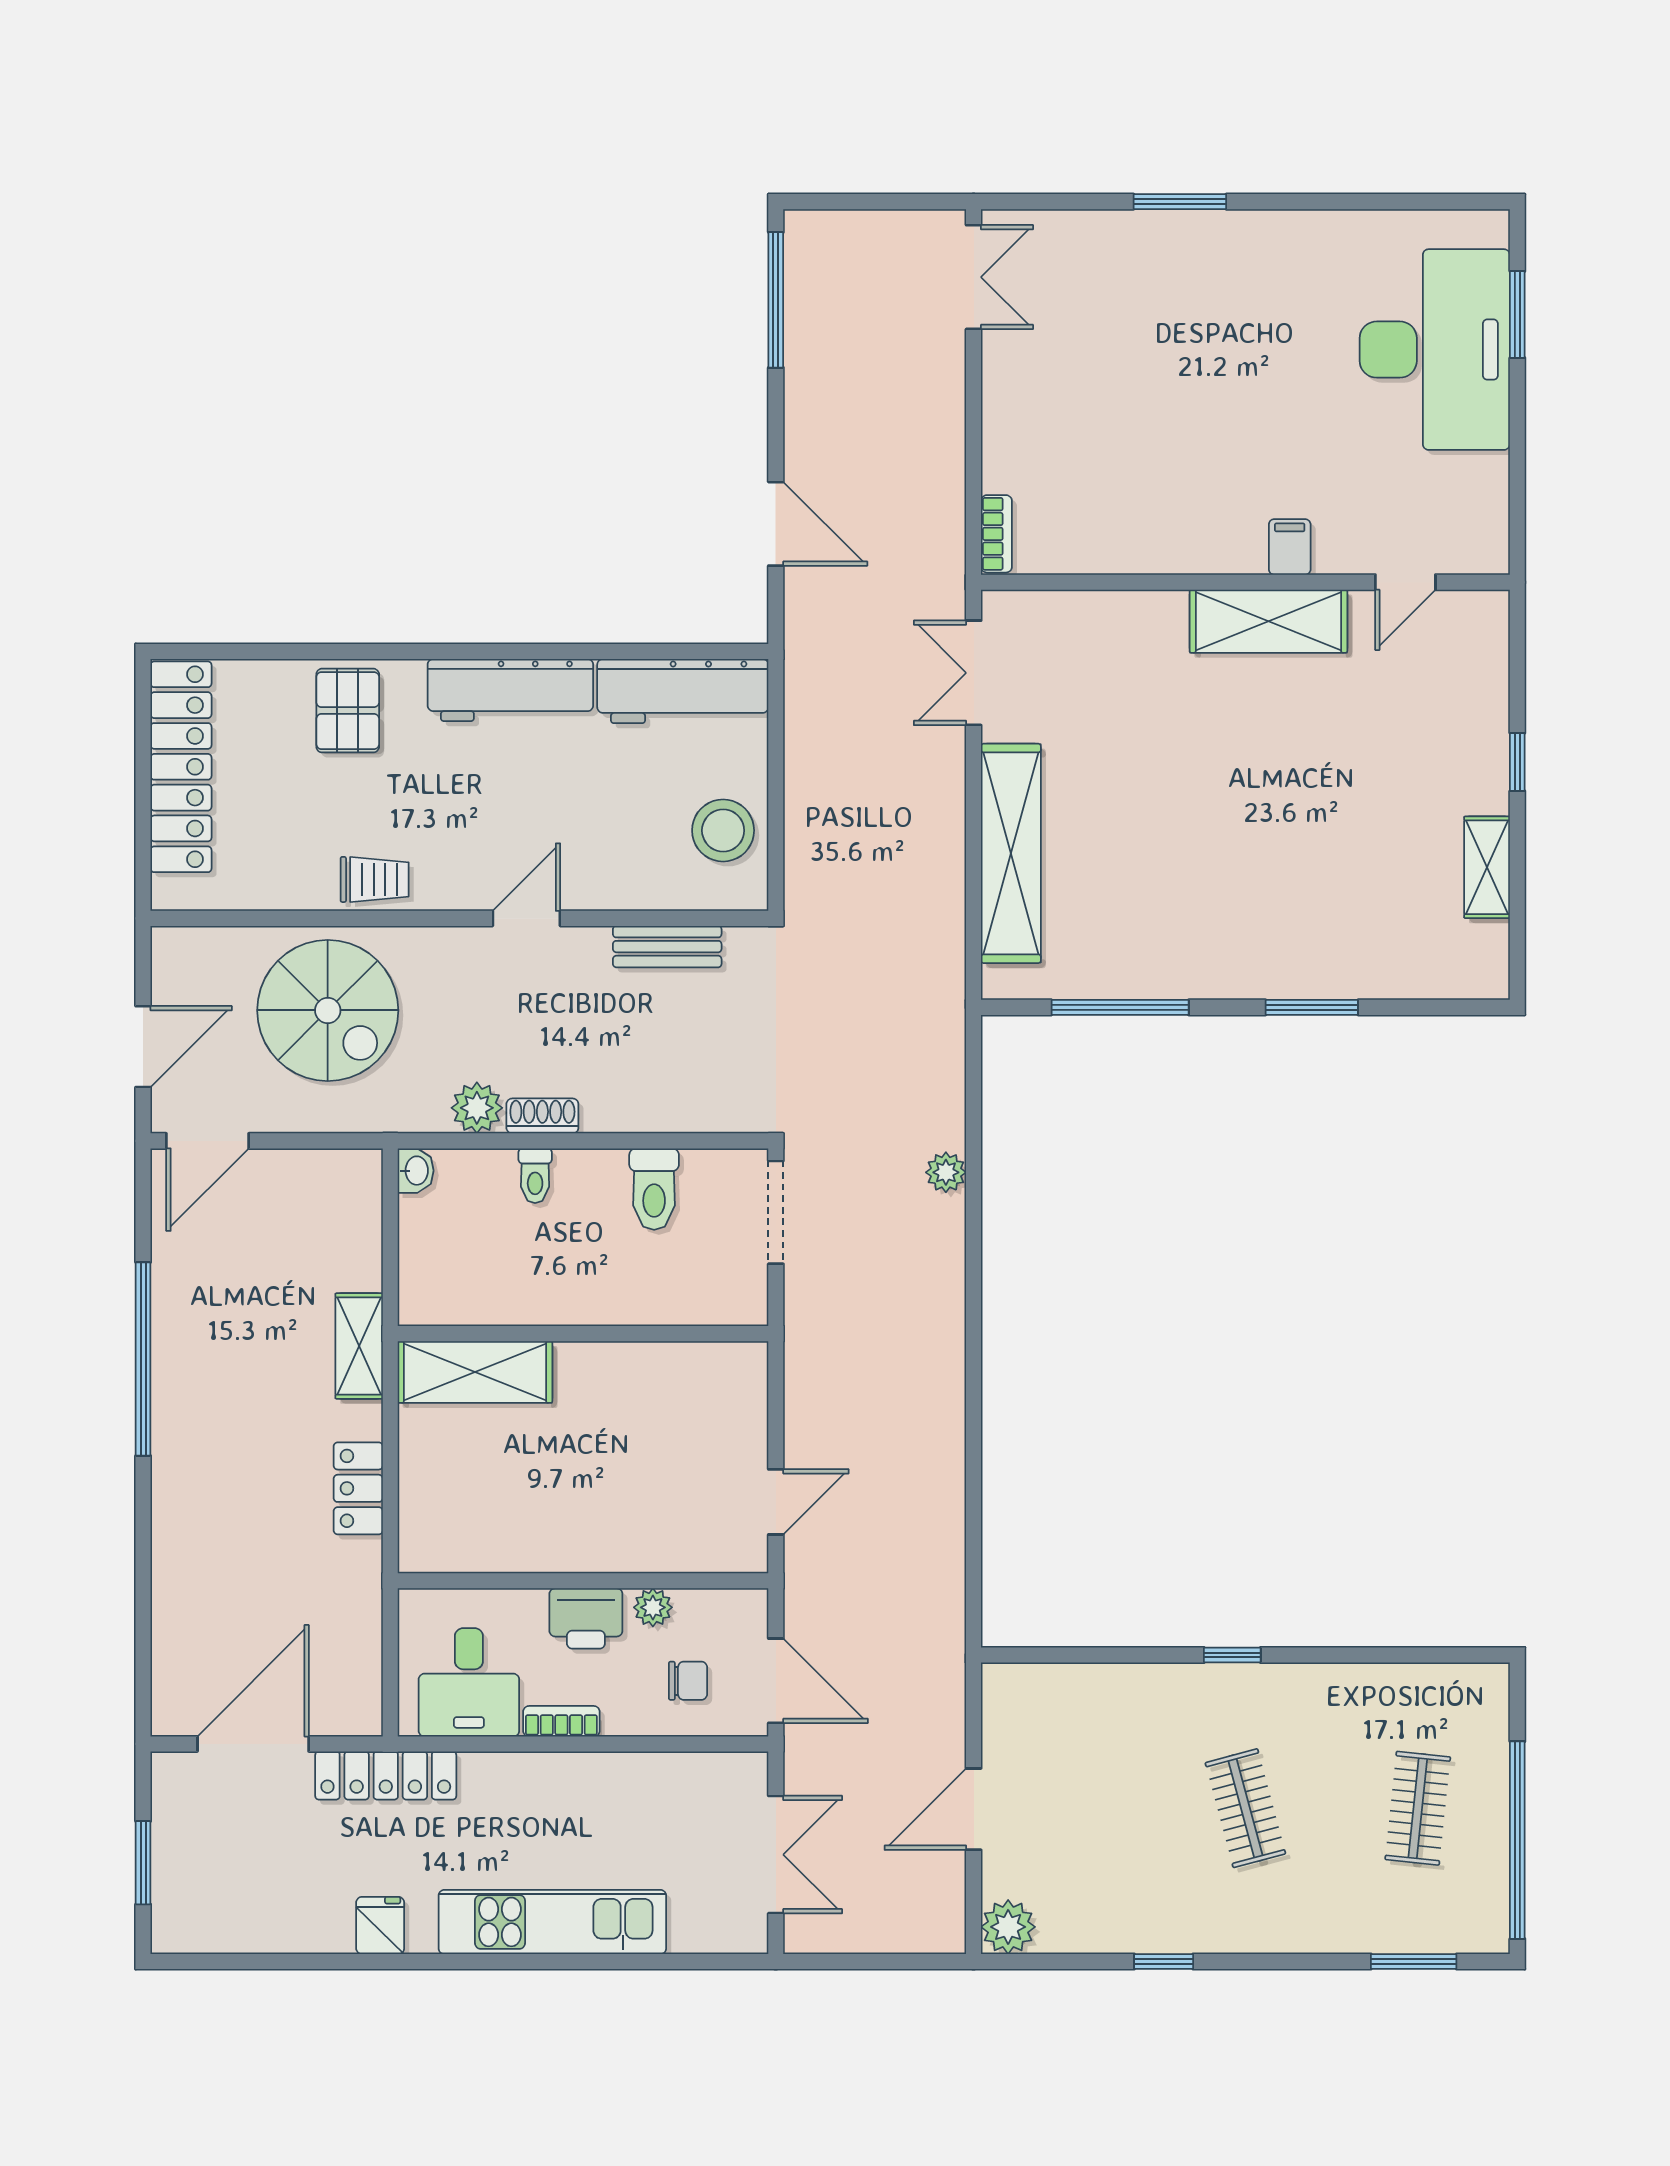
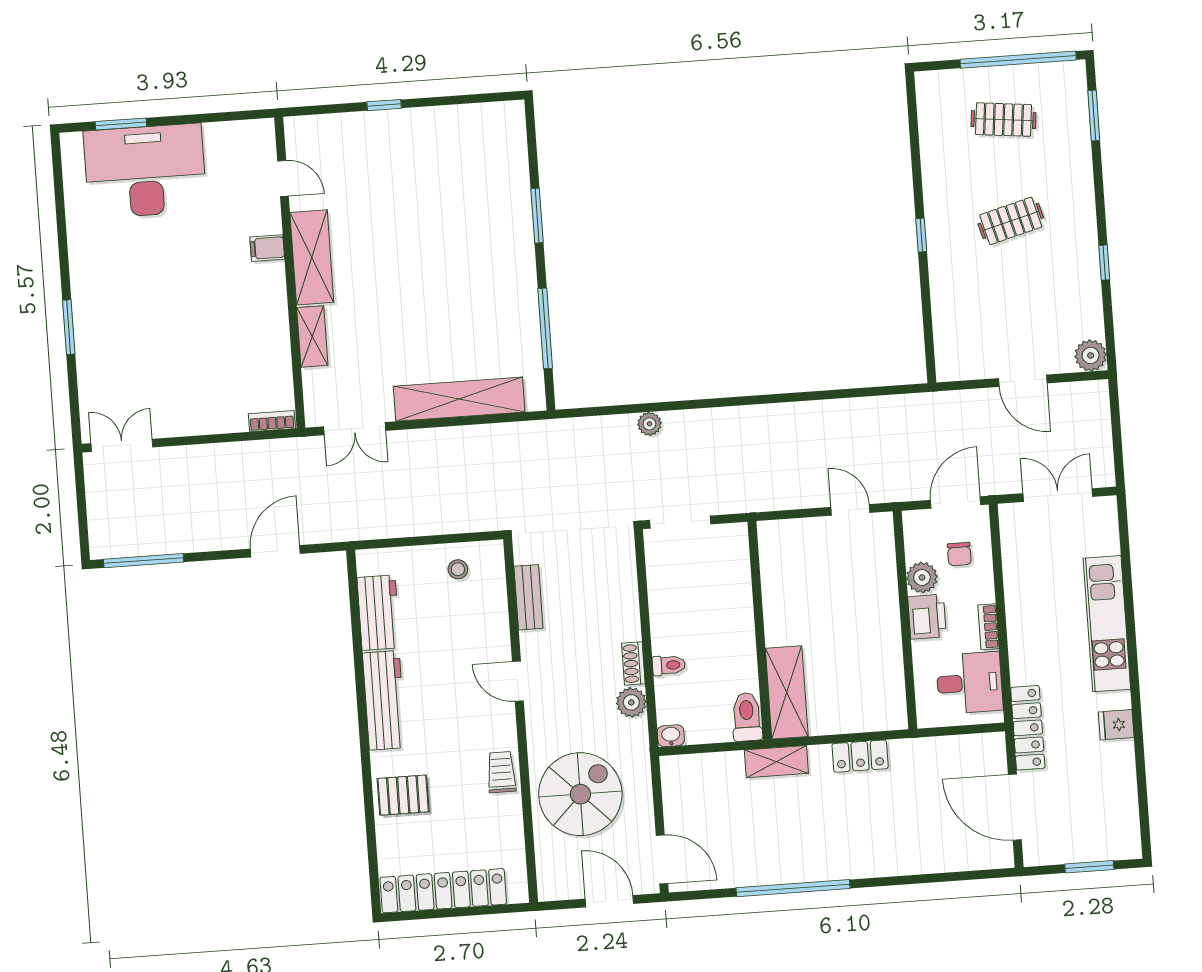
workbench: (683, 691) -> (379, 613), width x0.73
stool: (723, 830) -> (458, 569), width x0.53, depth x0.53
shelving: (1487, 867) -> (312, 336), moved, turned 90
toilet: (654, 1189) -> (747, 717), moved, turned -90
plant: (653, 1607) -> (922, 578), width x1.38, depth x1.38
chair: (688, 1681) -> (959, 554), turned 180

